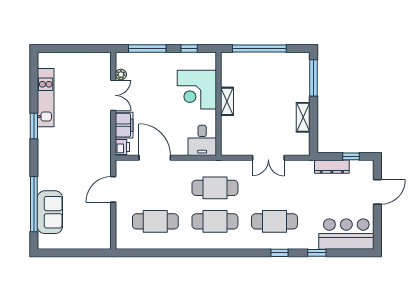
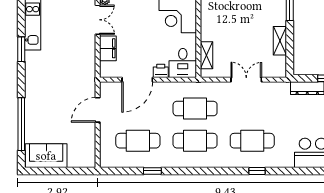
shelving: (227, 101) -> (207, 55), moved
printer: (122, 147) -> (161, 71), moved, turned -90
door: (155, 158) -> (137, 80), swing flipped
double door: (268, 158) -> (246, 80), swing flipped
sofa: (50, 212) -> (46, 156), moved, turned -90
window: (317, 253) -> (152, 171), moved

